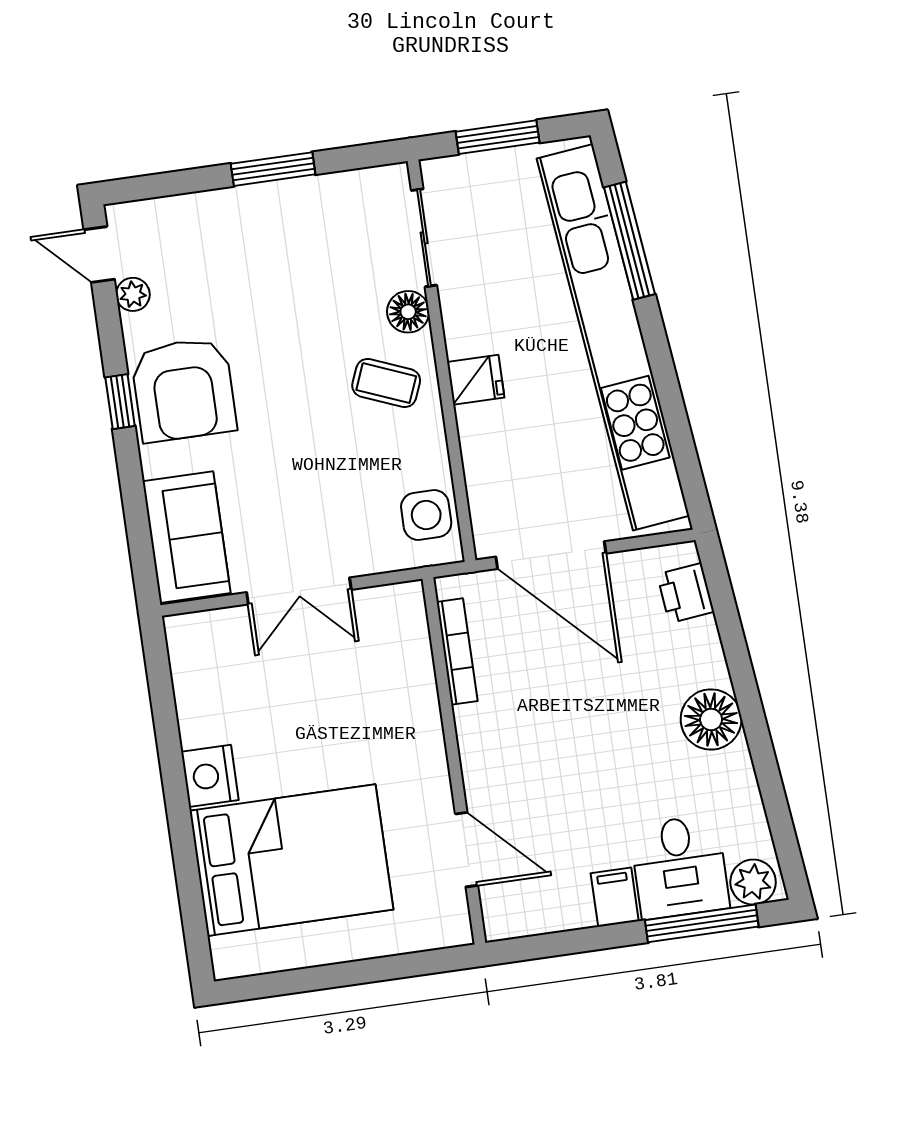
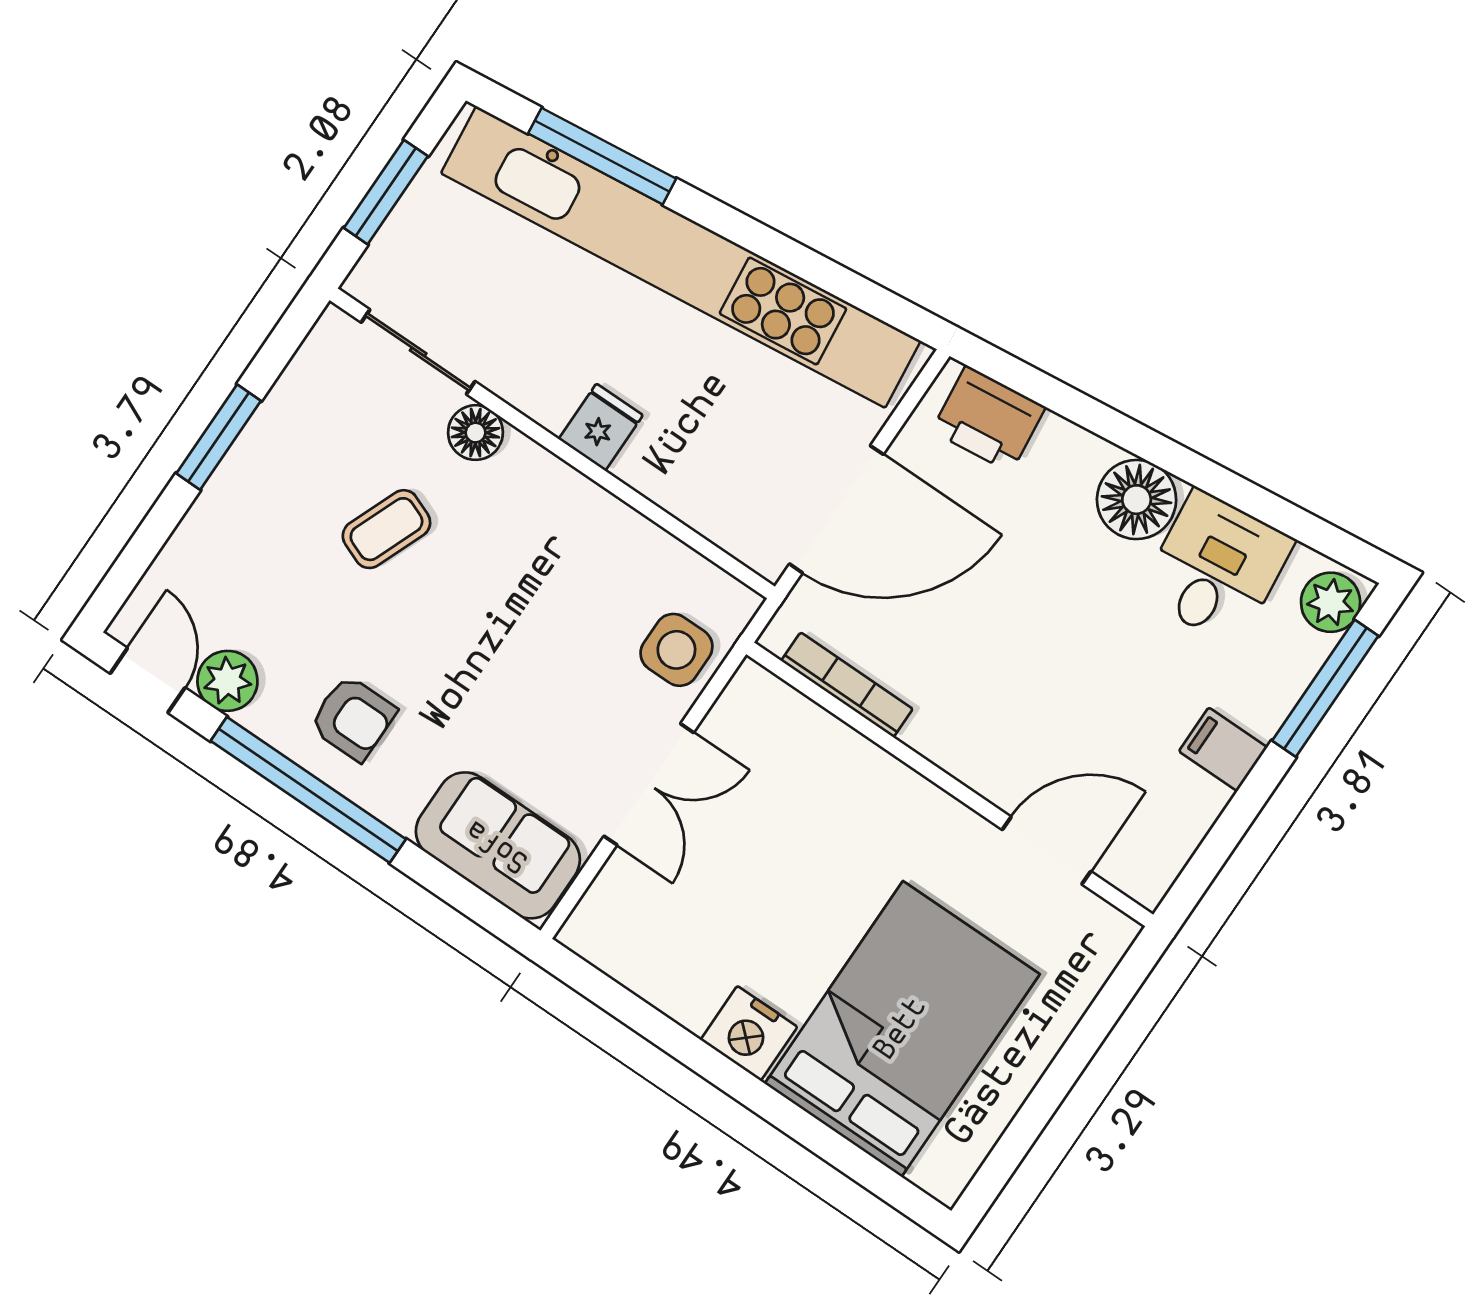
door: (99, 254) -> (148, 680), swing flipped
plant: (133, 294) -> (227, 681), width x1.38, depth x1.38
coffee table: (386, 383) -> (386, 529), moved
armchair: (184, 390) -> (353, 718), width x0.53, depth x0.53
window: (120, 402) -> (308, 790), width x3.17
side table: (426, 515) -> (676, 650), moved
printer: (686, 593) -> (988, 419), width x1.36, depth x1.24
desk: (680, 867) -> (1216, 568), moved, turned -96

